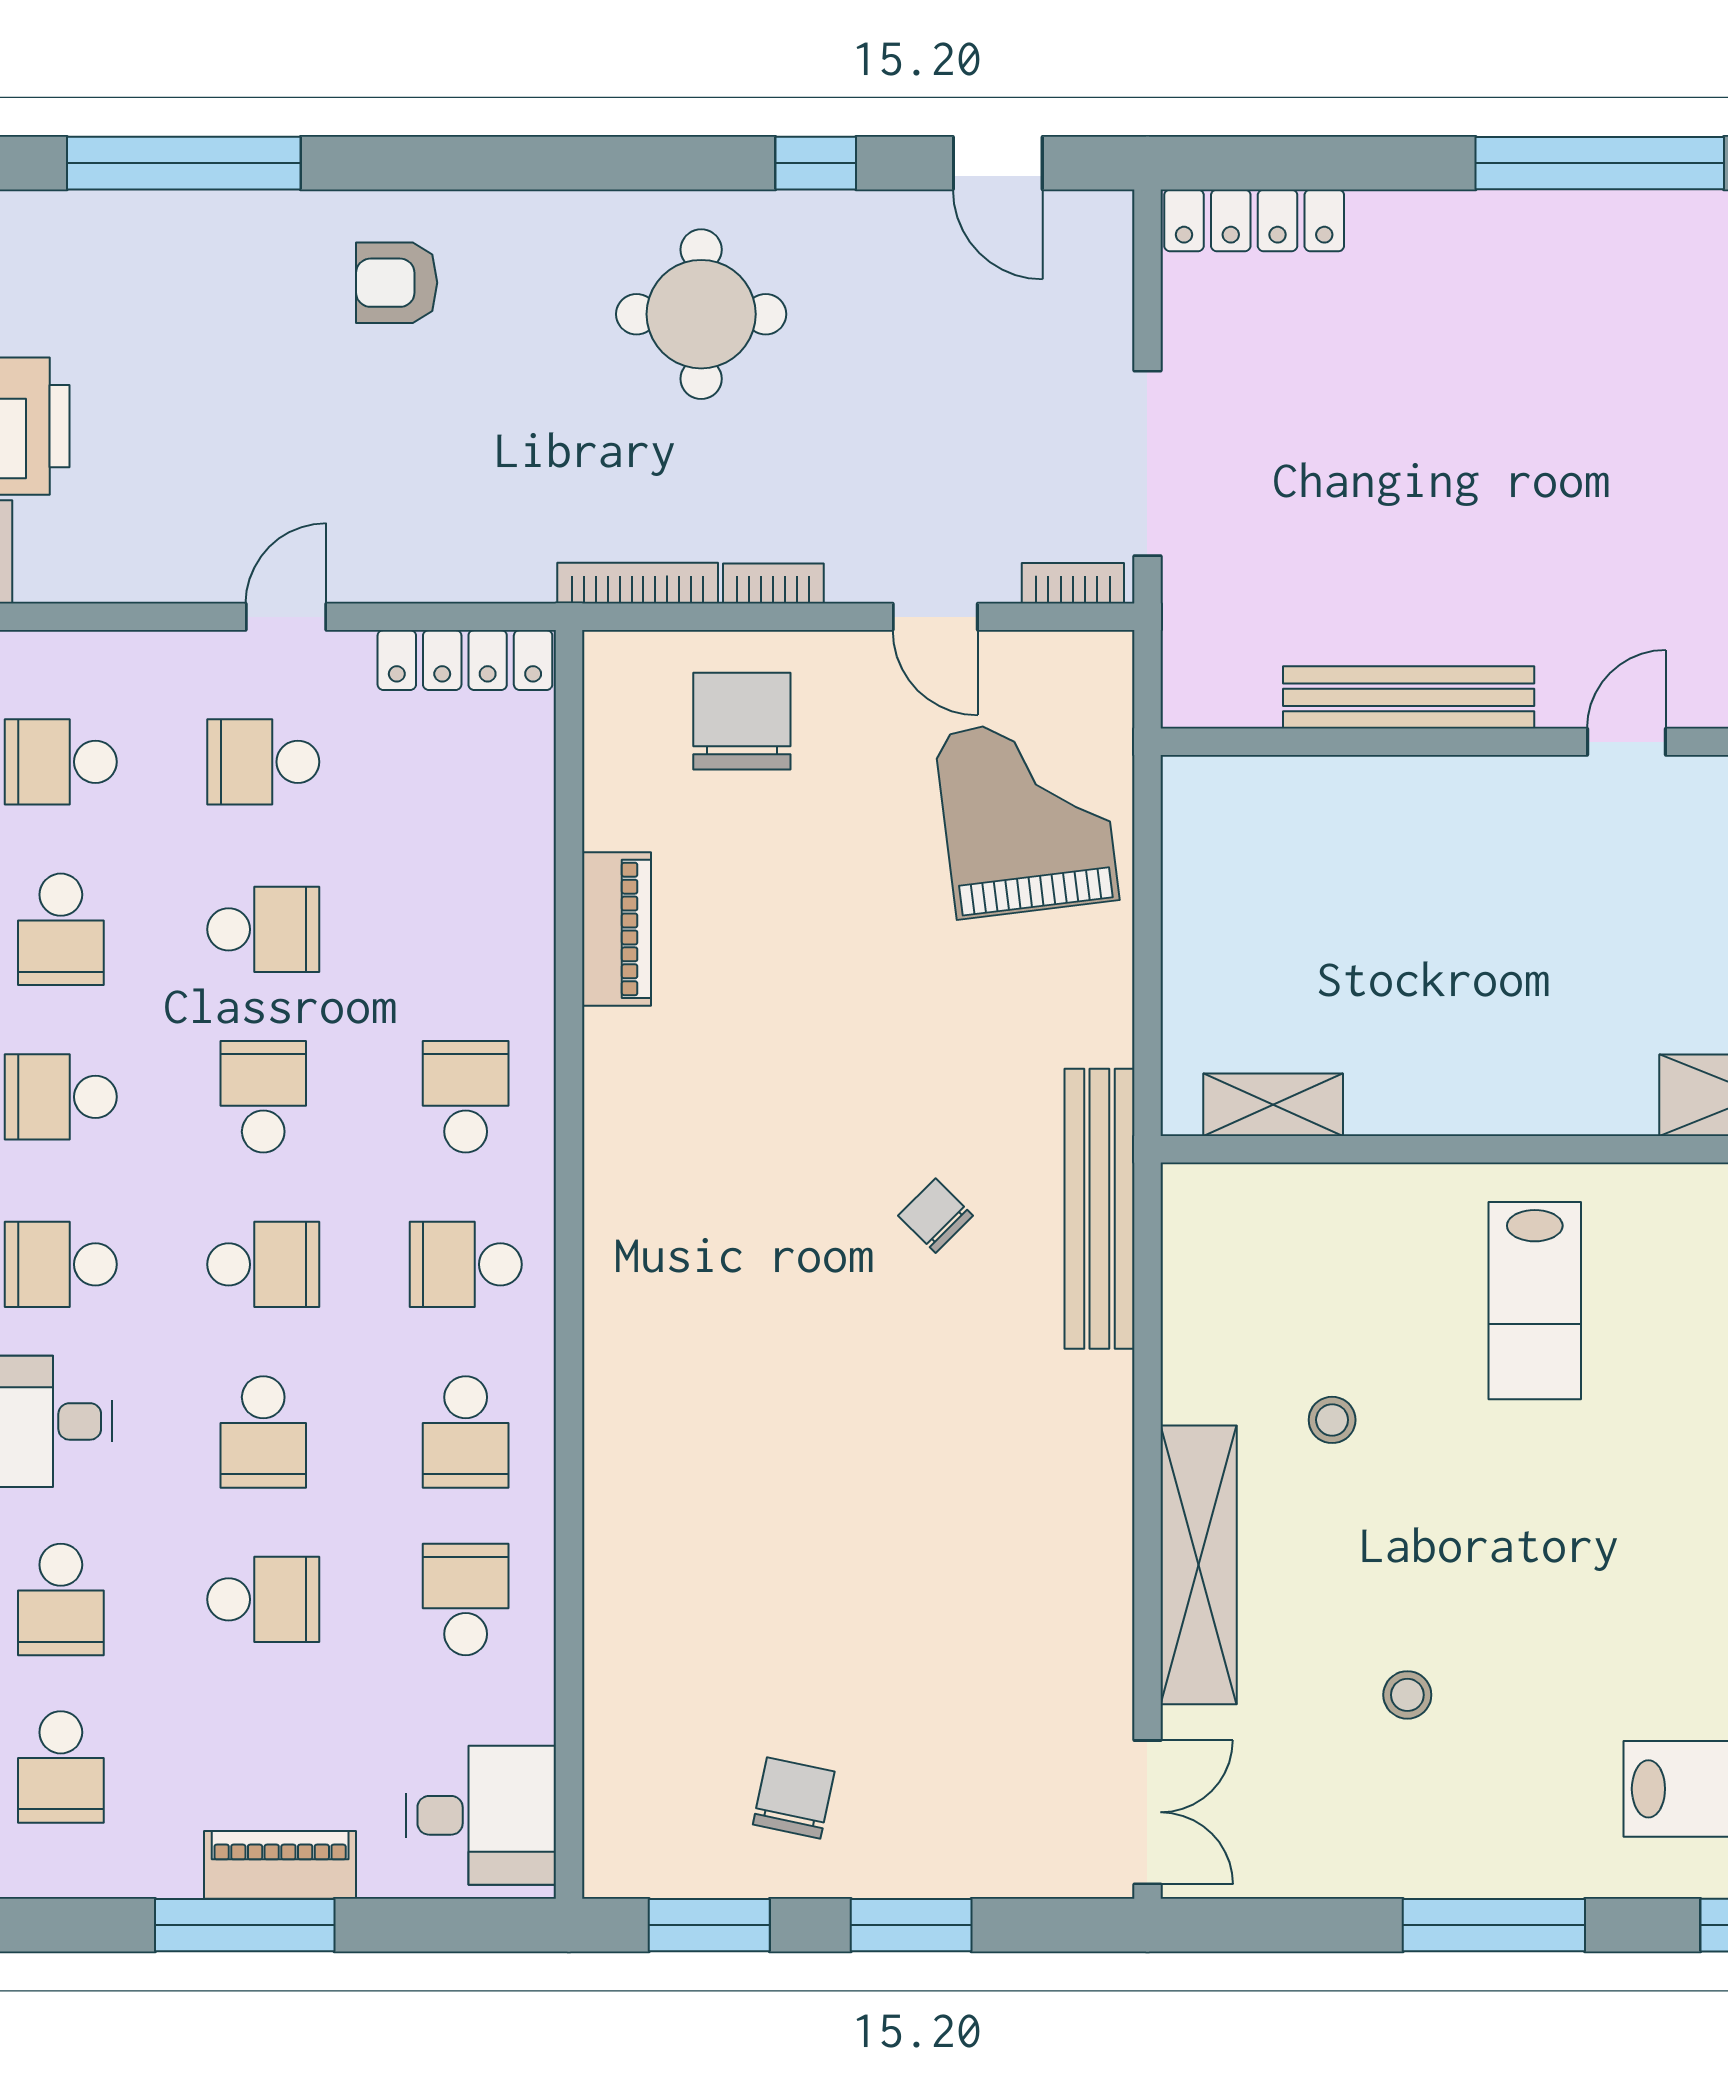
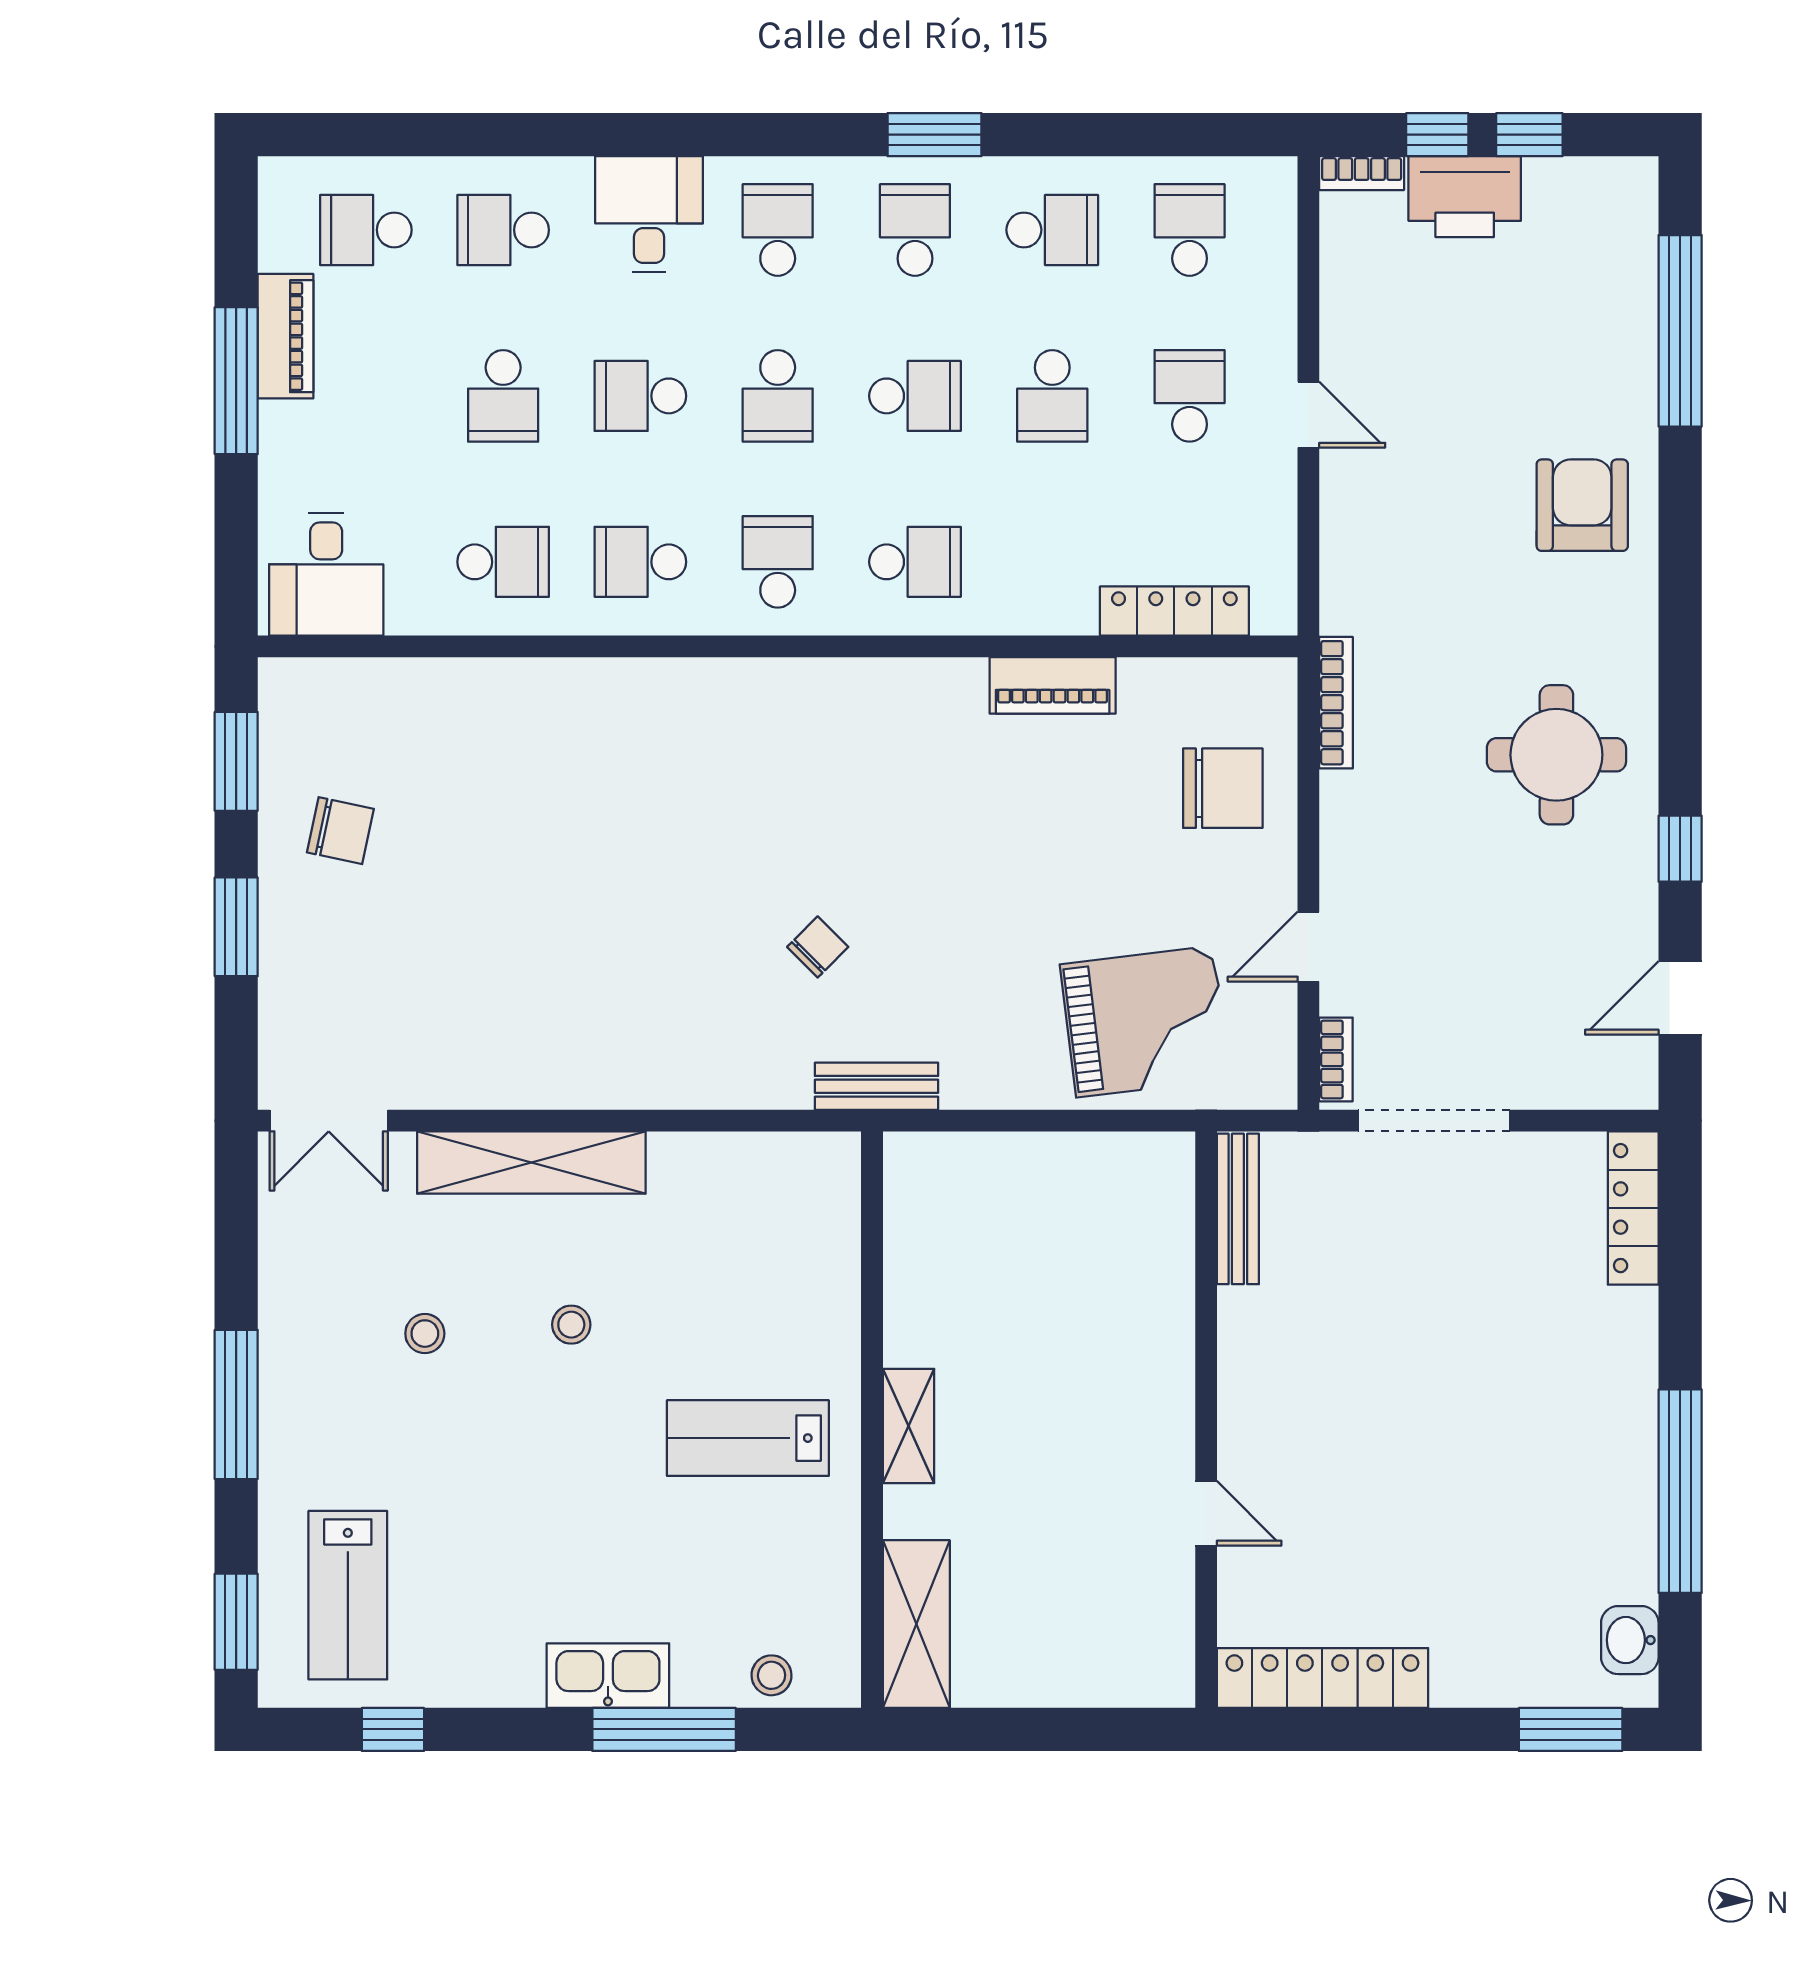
armchair: (397, 283) -> (1582, 505), width x1.38, depth x1.38
bookcase: (773, 584) -> (1336, 814), removed
locker: (465, 660) -> (1174, 611), moved, turned 90
bench: (1409, 697) -> (1238, 1209), moved, width x0.73, depth x0.82
school desk: (61, 929) -> (1052, 230), turned 180
shelving: (1273, 1105) -> (908, 1426), moved
bench: (1099, 1209) -> (877, 1086), width x0.54, depth x0.82
stool: (1332, 1420) -> (571, 1325), moved
piano: (280, 1865) -> (286, 336), moved

